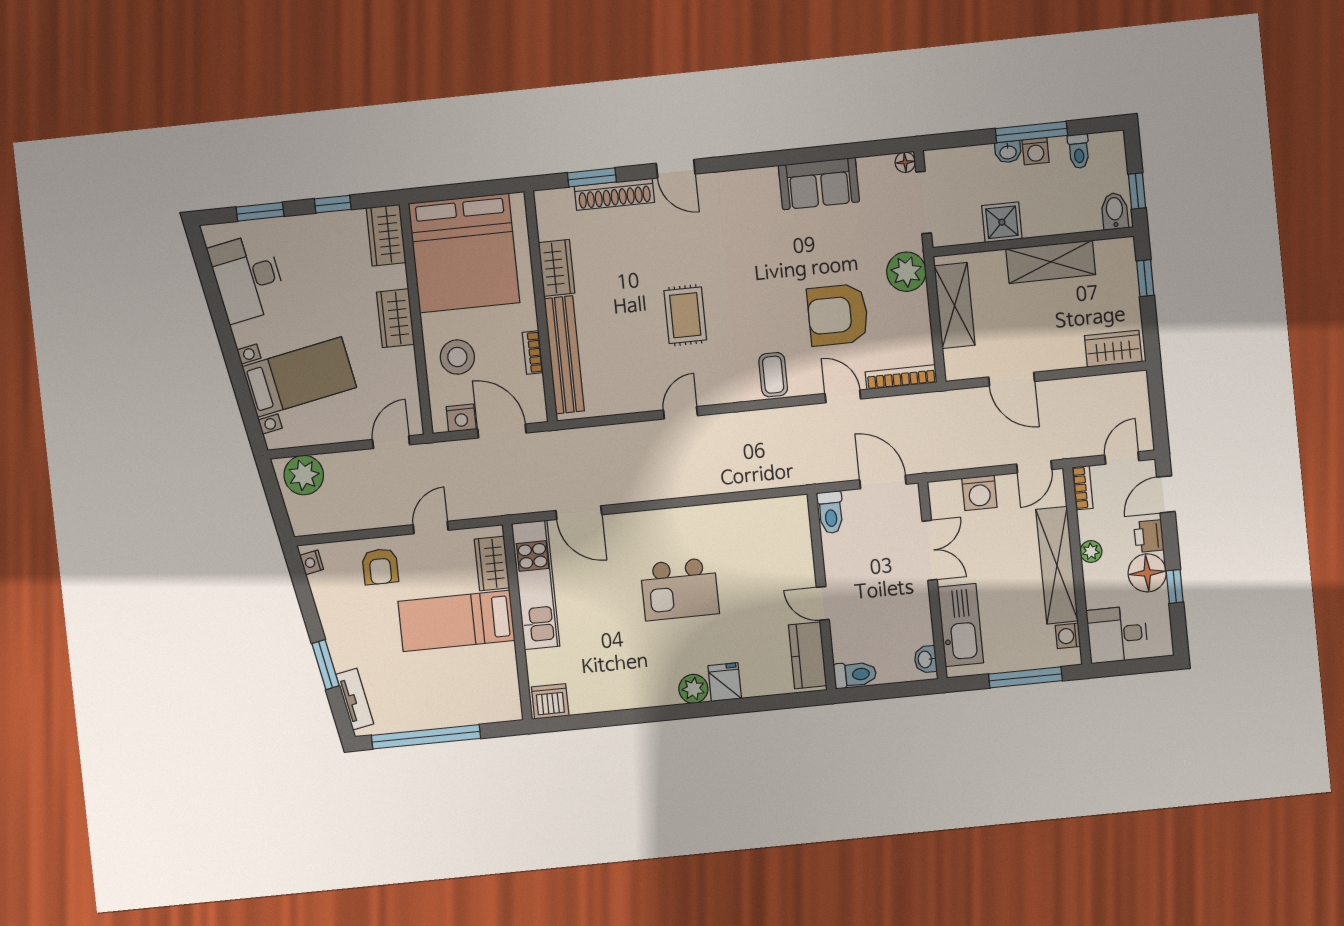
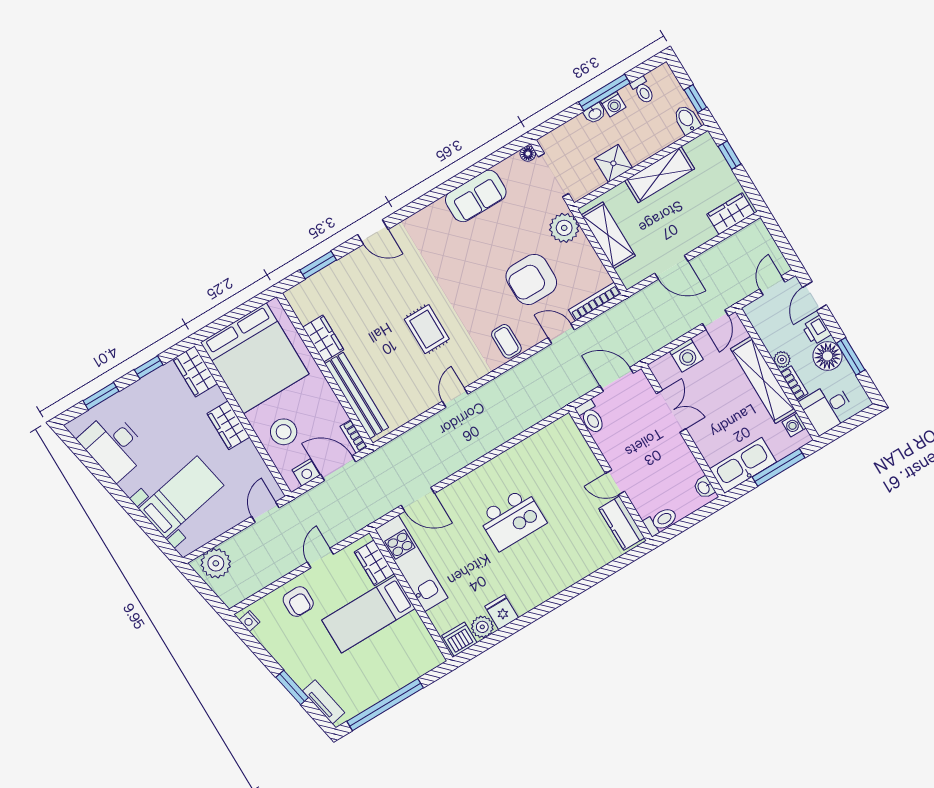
shoe rack: (614, 194) -> (339, 269), removed
bookcase: (533, 352) -> (354, 437), moved
bookcase: (1082, 488) -> (794, 383), moved
window: (1175, 586) -> (851, 356), width x1.50
kitchen sink: (961, 625) -> (743, 465), moved, turned -90
fridge: (725, 682) -> (502, 612), moved
plant: (693, 689) -> (482, 627), moved

